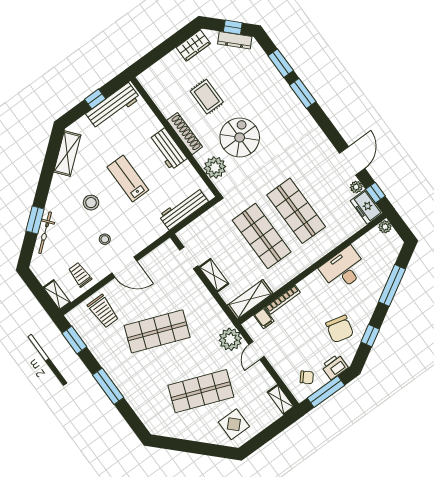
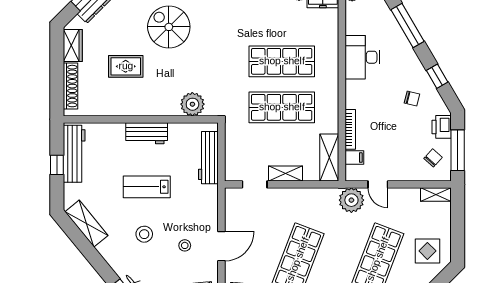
shoe rack: (185, 134) -> (71, 86), moved, turned 90
spiral stairs: (240, 137) -> (169, 27), moved
chair: (340, 329) -> (412, 99), width x0.54, depth x0.54

